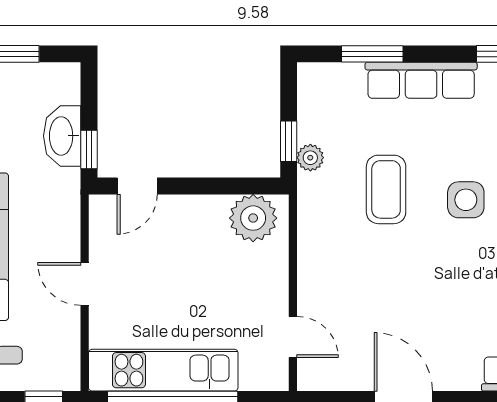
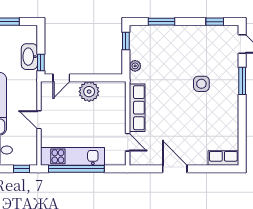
row of seats: (421, 80) -> (137, 108), moved, turned -90
window: (289, 141) -> (126, 41), moved
coffee table: (386, 189) -> (167, 79), removed
plant: (253, 218) -> (89, 92), moved

